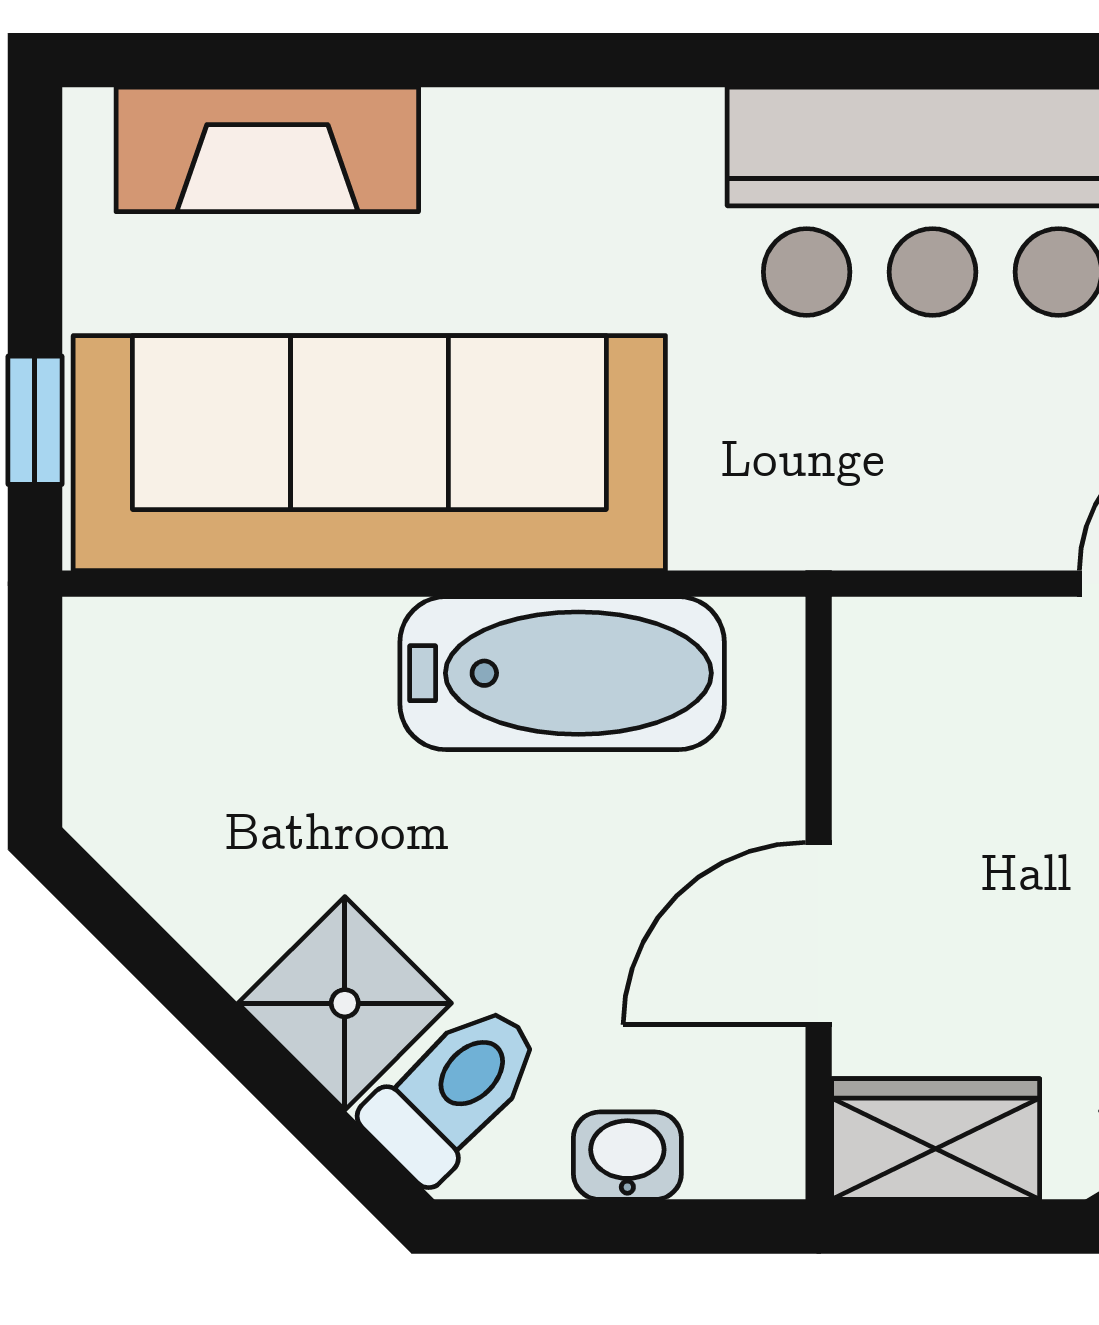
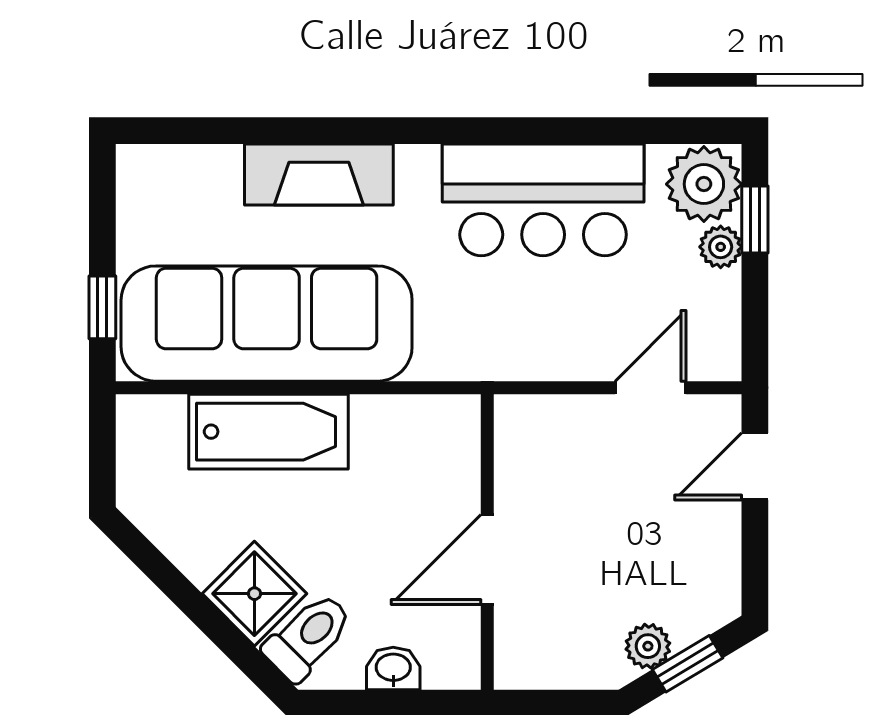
fireplace: (267, 149) -> (319, 174), moved
bathtub: (562, 673) -> (268, 432), moved
wardrobe: (936, 1139) -> (545, 660), removed

